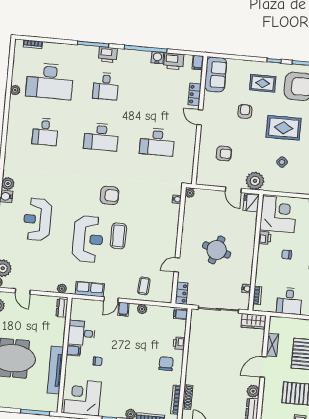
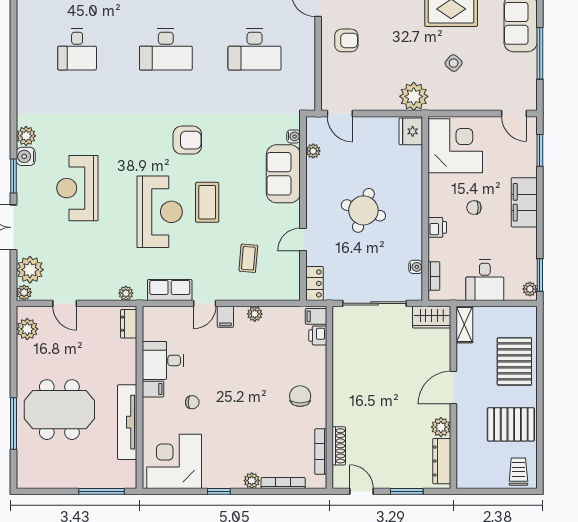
armchair: (224, 153) -> (346, 40), moved
door: (233, 190) -> (340, 114), moved
plant: (190, 193) -> (313, 151), moved
sofa: (168, 222) -> (283, 174), added
printer: (265, 238) -> (437, 227), moved
coffee table: (144, 286) -> (248, 258), moved
printer: (179, 343) -> (318, 335), moved
shelving: (272, 345) -> (464, 324), moved

